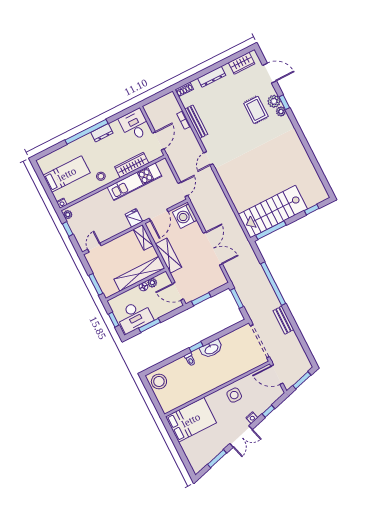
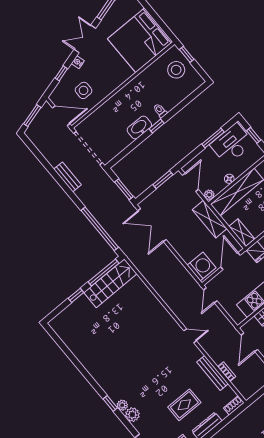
window: (284, 102) -> (110, 403), moved
rug: (256, 110) -> (184, 405), moved, turned 90
door: (208, 158) -> (190, 336), hinge flipped
window: (312, 210) -> (76, 295), moved
stairs: (273, 212) -> (110, 283), width x0.73, depth x0.66
double door: (213, 249) -> (152, 225), moved
plant: (152, 283) -> (209, 195), moved
window: (273, 284) -> (100, 229), moved
door: (178, 291) -> (190, 182), hinge flipped
stool: (159, 381) -> (176, 70), moved
side table: (234, 395) -> (84, 90), moved
window: (156, 403) -> (187, 54), added
bed: (191, 420) -> (140, 40), width x1.36

